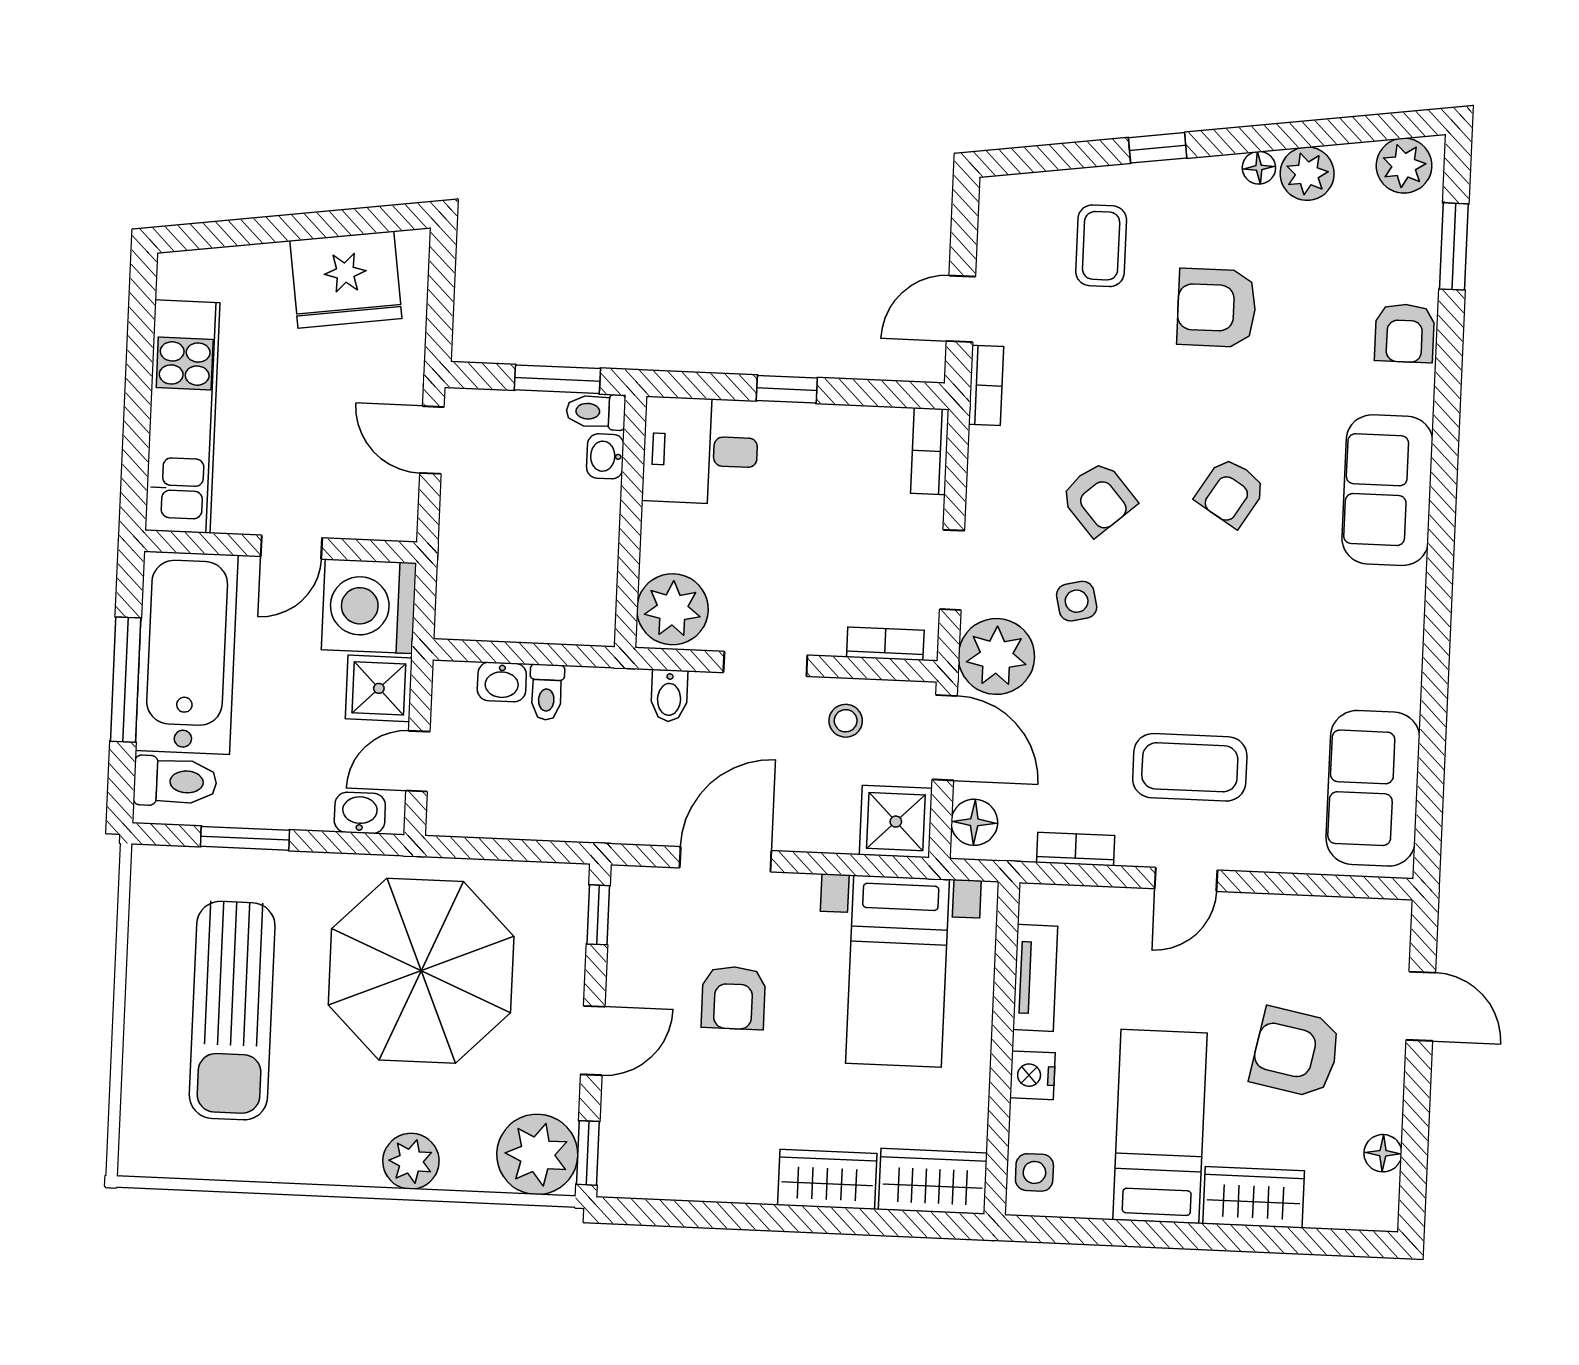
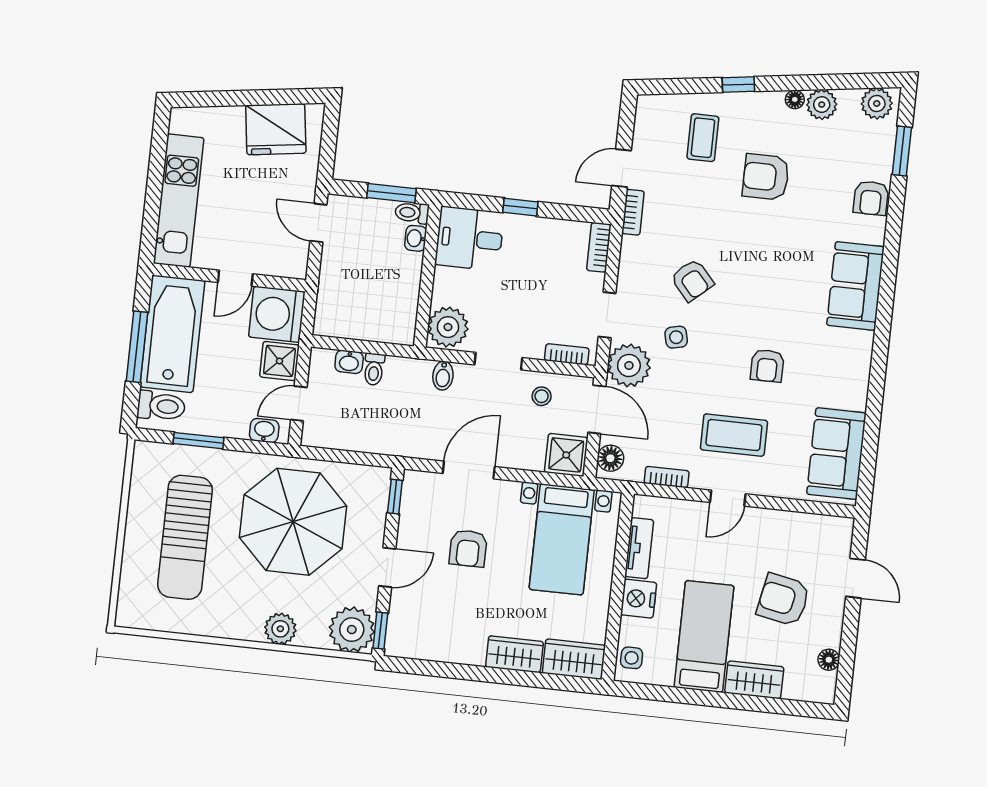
armchair: (1231, 492) -> (767, 366), moved, turned -32
nightstand: (1033, 1075) -> (639, 599), width x1.36, depth x1.33

